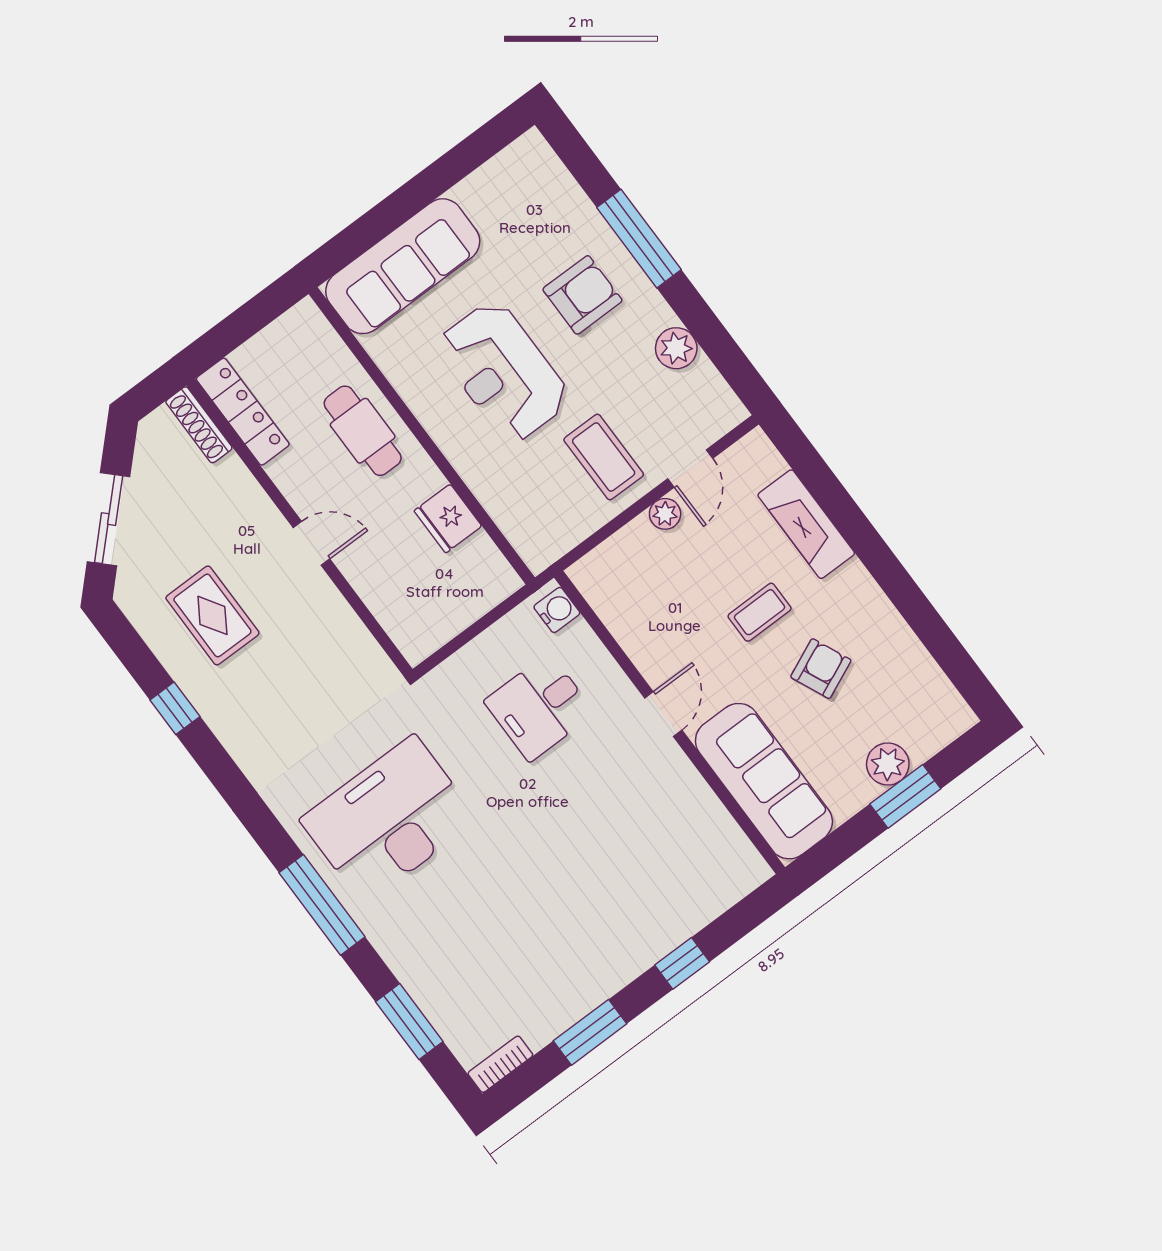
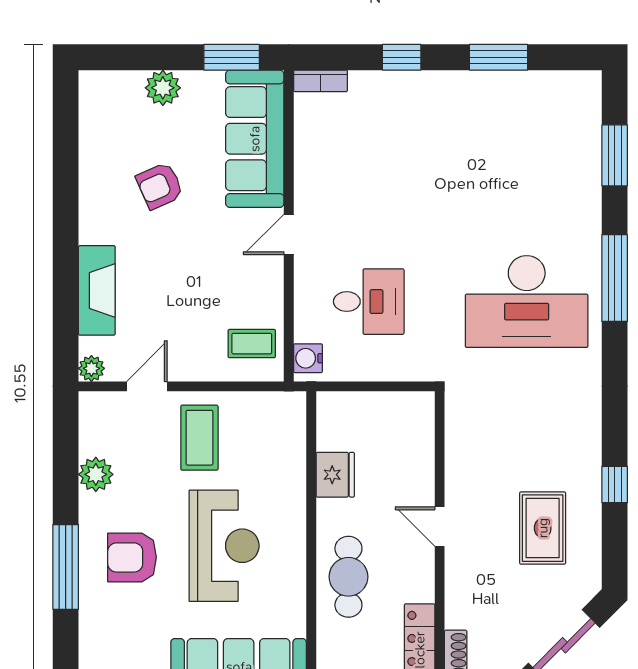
plant: (665, 514) -> (91, 368), moved
coffee table: (760, 612) -> (252, 344), moved
window: (905, 796) -> (232, 57), moved
bookcase: (500, 1064) -> (321, 81), moved

